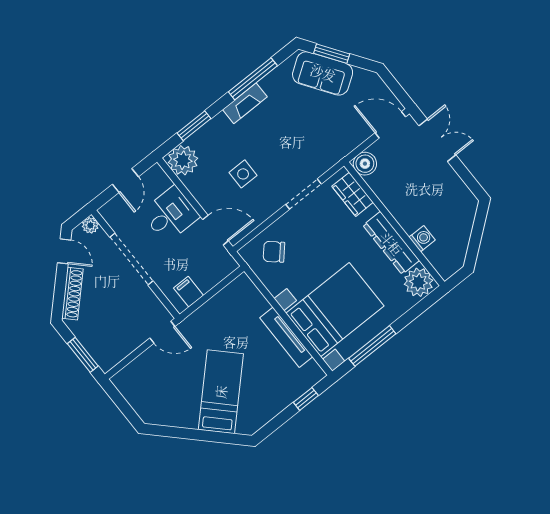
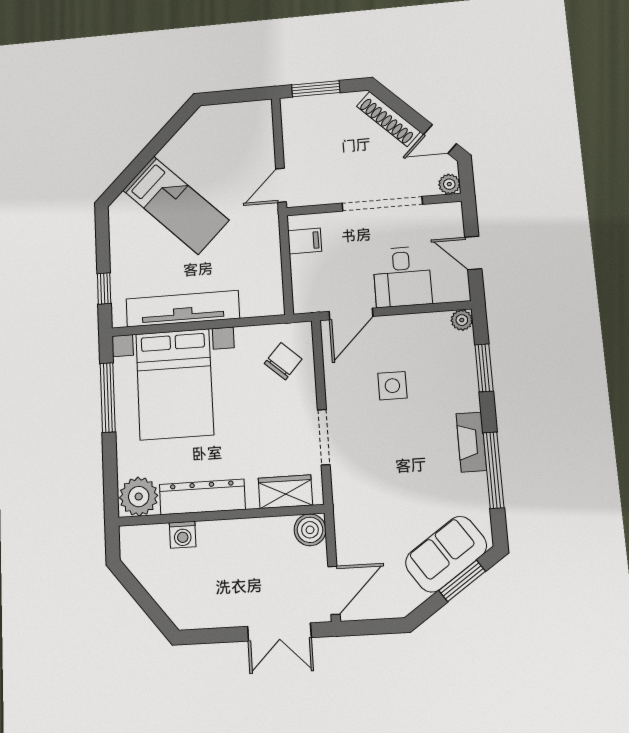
plant: (183, 160) -> (462, 320), width x0.53, depth x0.53
tv unit: (286, 337) -> (183, 309), width x1.36, depth x1.29

